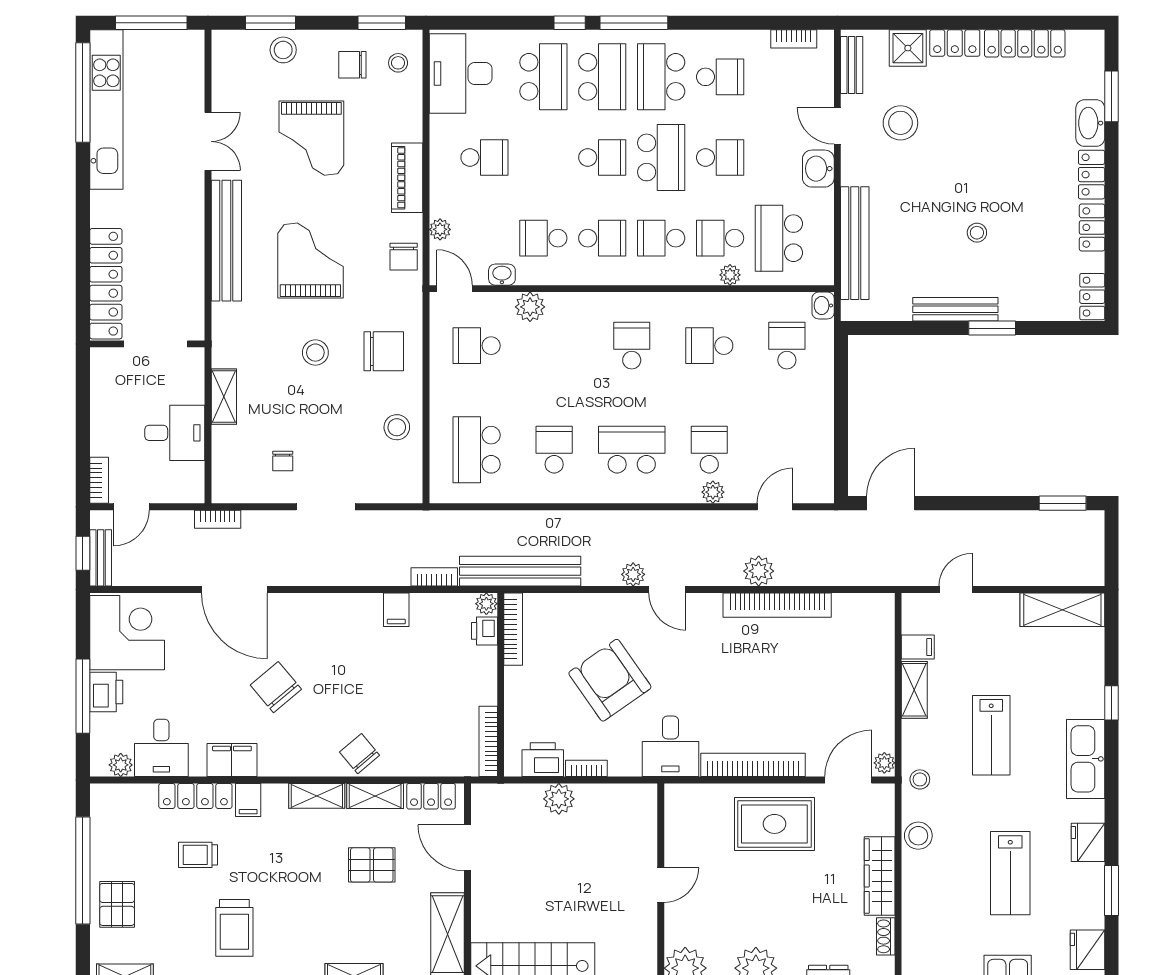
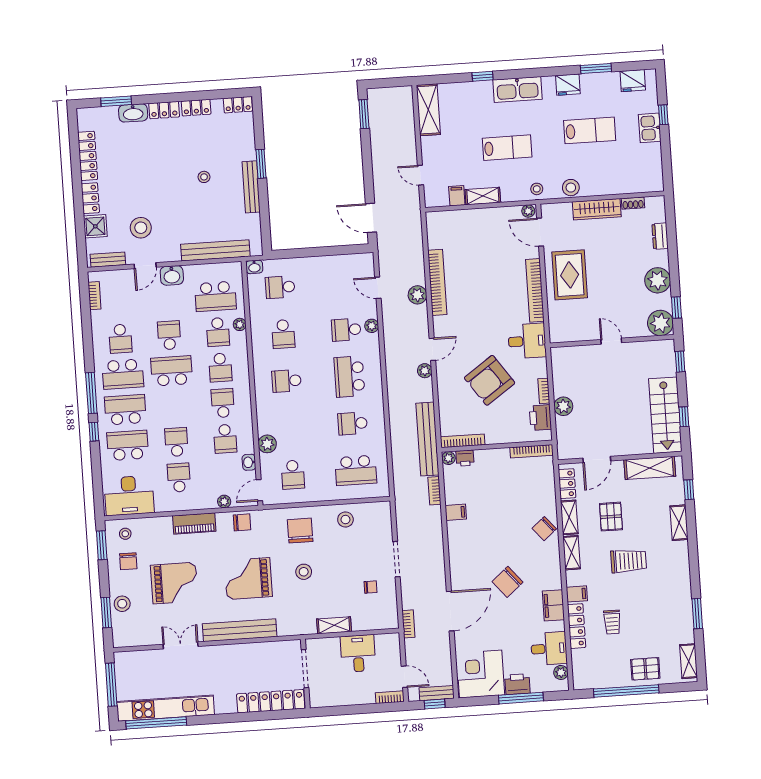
school desk: (720, 77) -> (120, 339), turned 180
school desk: (602, 157) -> (176, 442), moved
trolley: (234, 928) -> (628, 561), moved

